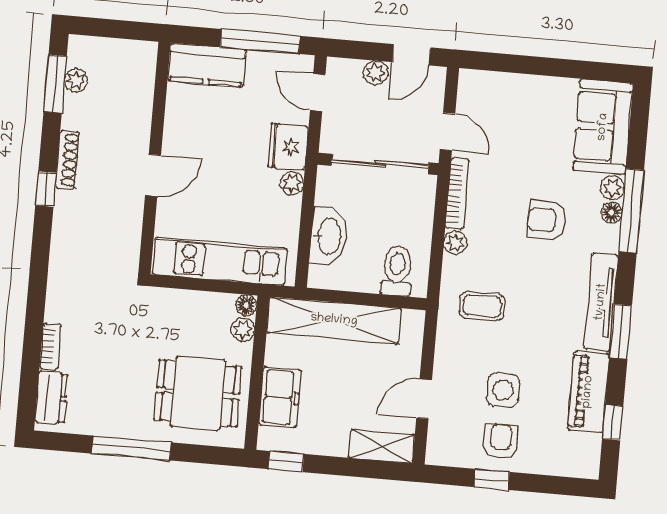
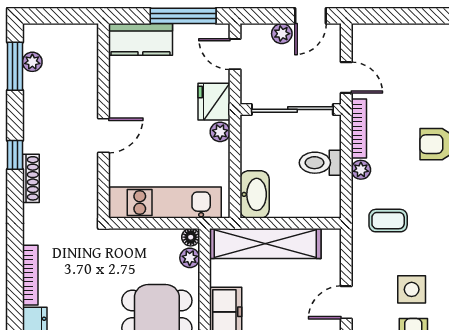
shoe rack: (67, 160) -> (31, 178), moved
washbasin: (329, 236) -> (255, 194), moved
toilet: (397, 271) -> (320, 163), moved, turned -90
bookcase: (50, 346) -> (30, 275), width x1.56

